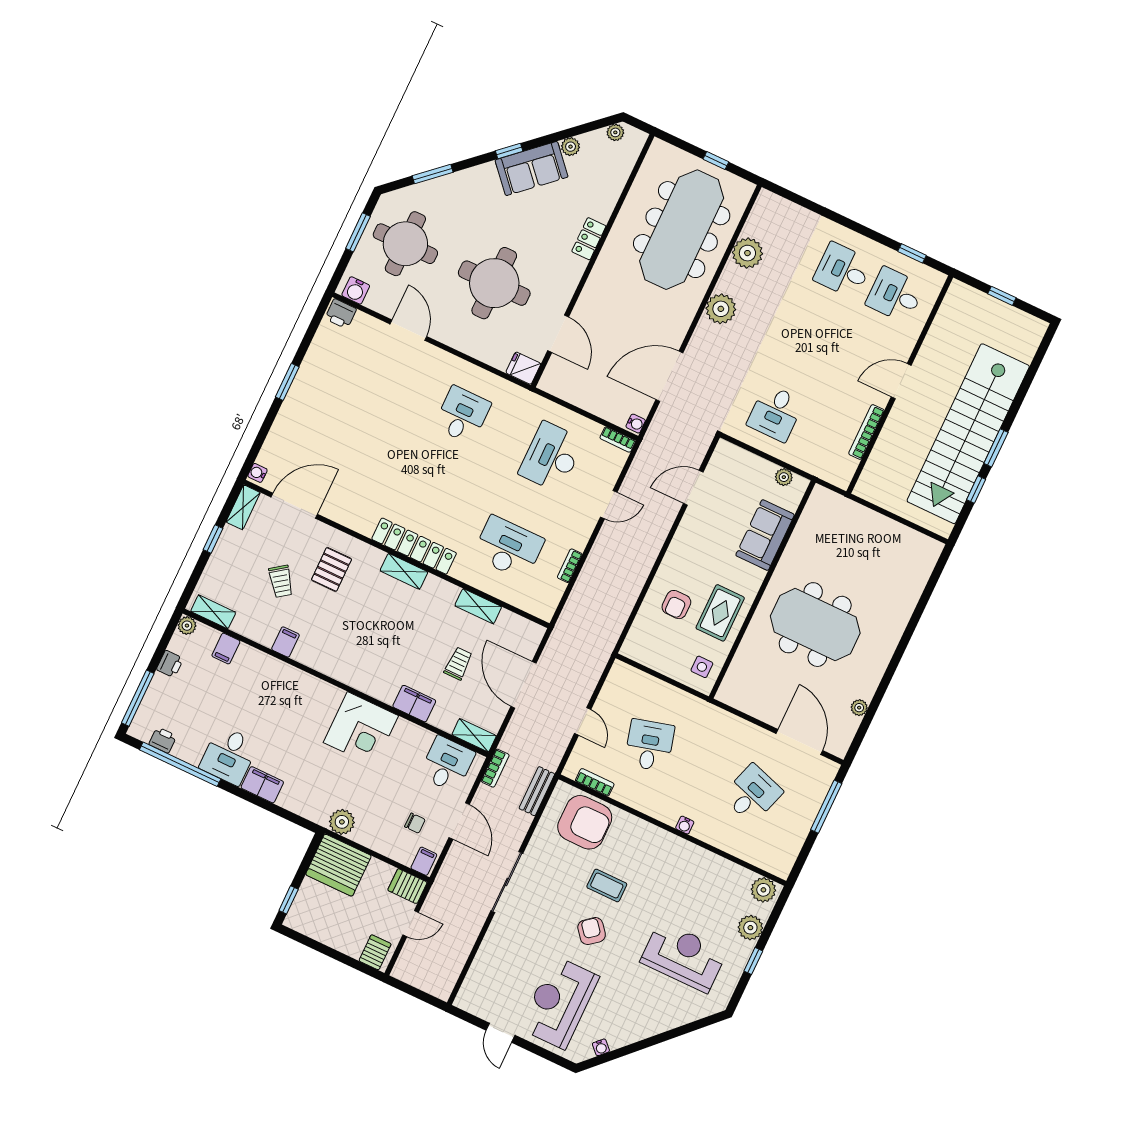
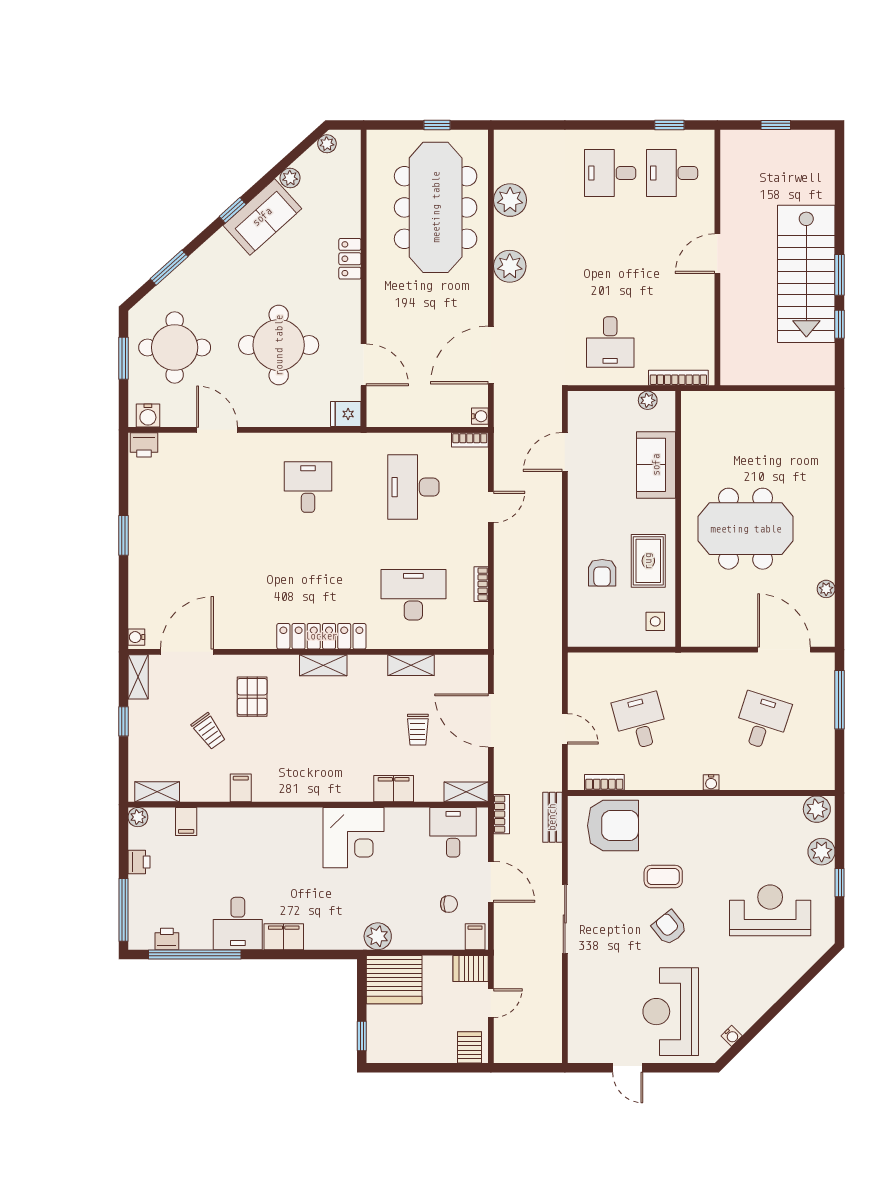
bookcase: (866, 432) -> (678, 378), moved, turned 90
stairs: (968, 434) -> (806, 274), width x0.73
trolley: (458, 664) -> (418, 730), turned 180

